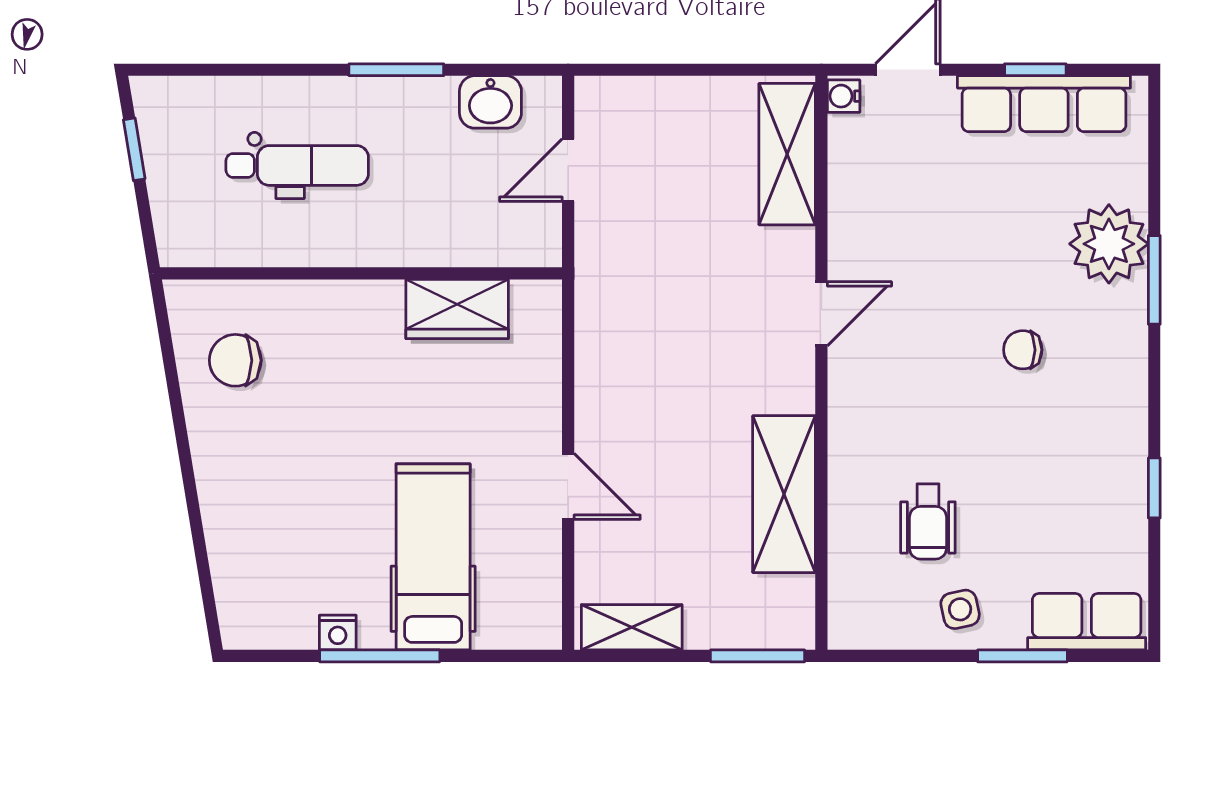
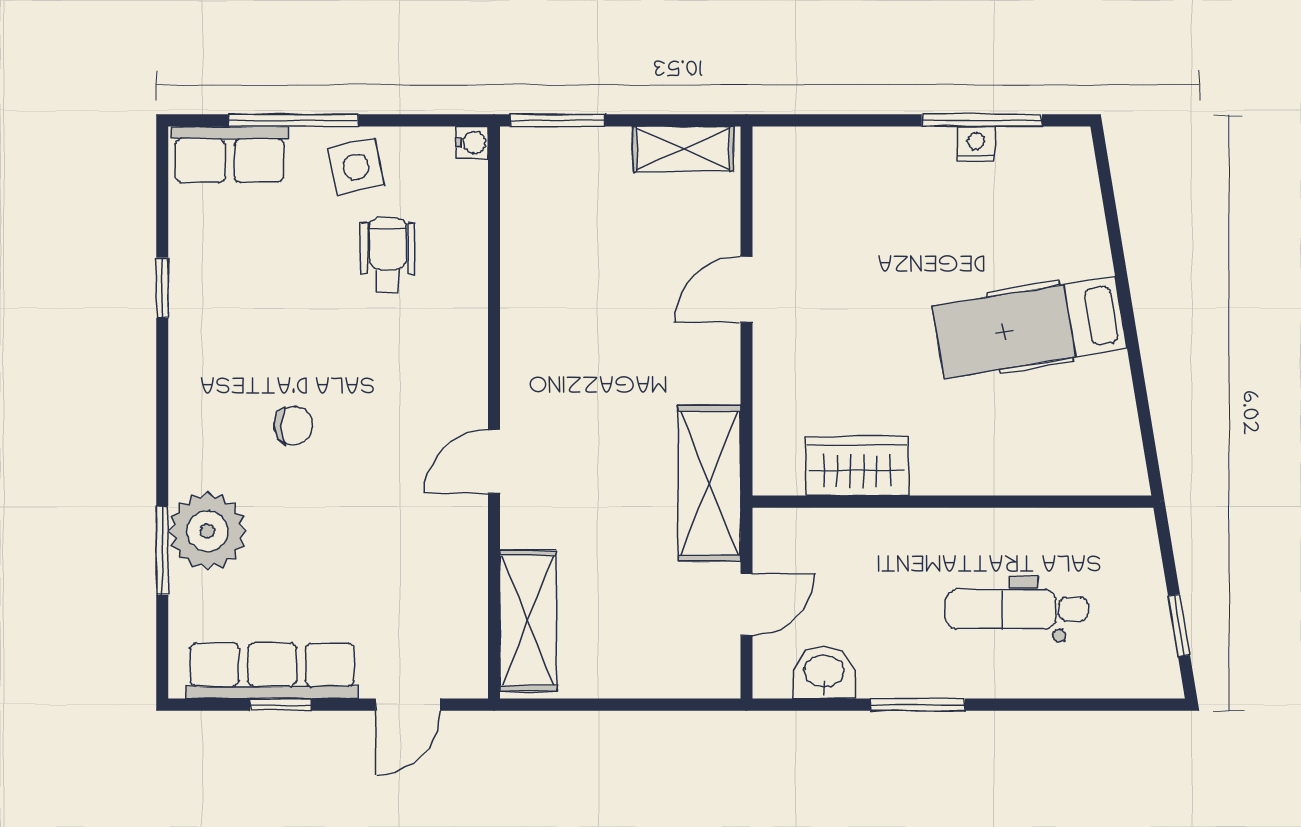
water cooler: (844, 96) -> (472, 143), moved
window: (1154, 280) -> (162, 551), moved
chair: (235, 360) -> (1078, 415), removed
door: (568, 486) -> (746, 289), hinge flipped
shelving: (784, 494) -> (709, 483), moved
hospital bed: (433, 557) -> (1030, 327), moved, turned 81
side table: (960, 609) -> (356, 167), width x1.37, depth x1.37
window: (380, 656) -> (982, 120), moved
window: (1022, 656) -> (294, 120), width x1.44

